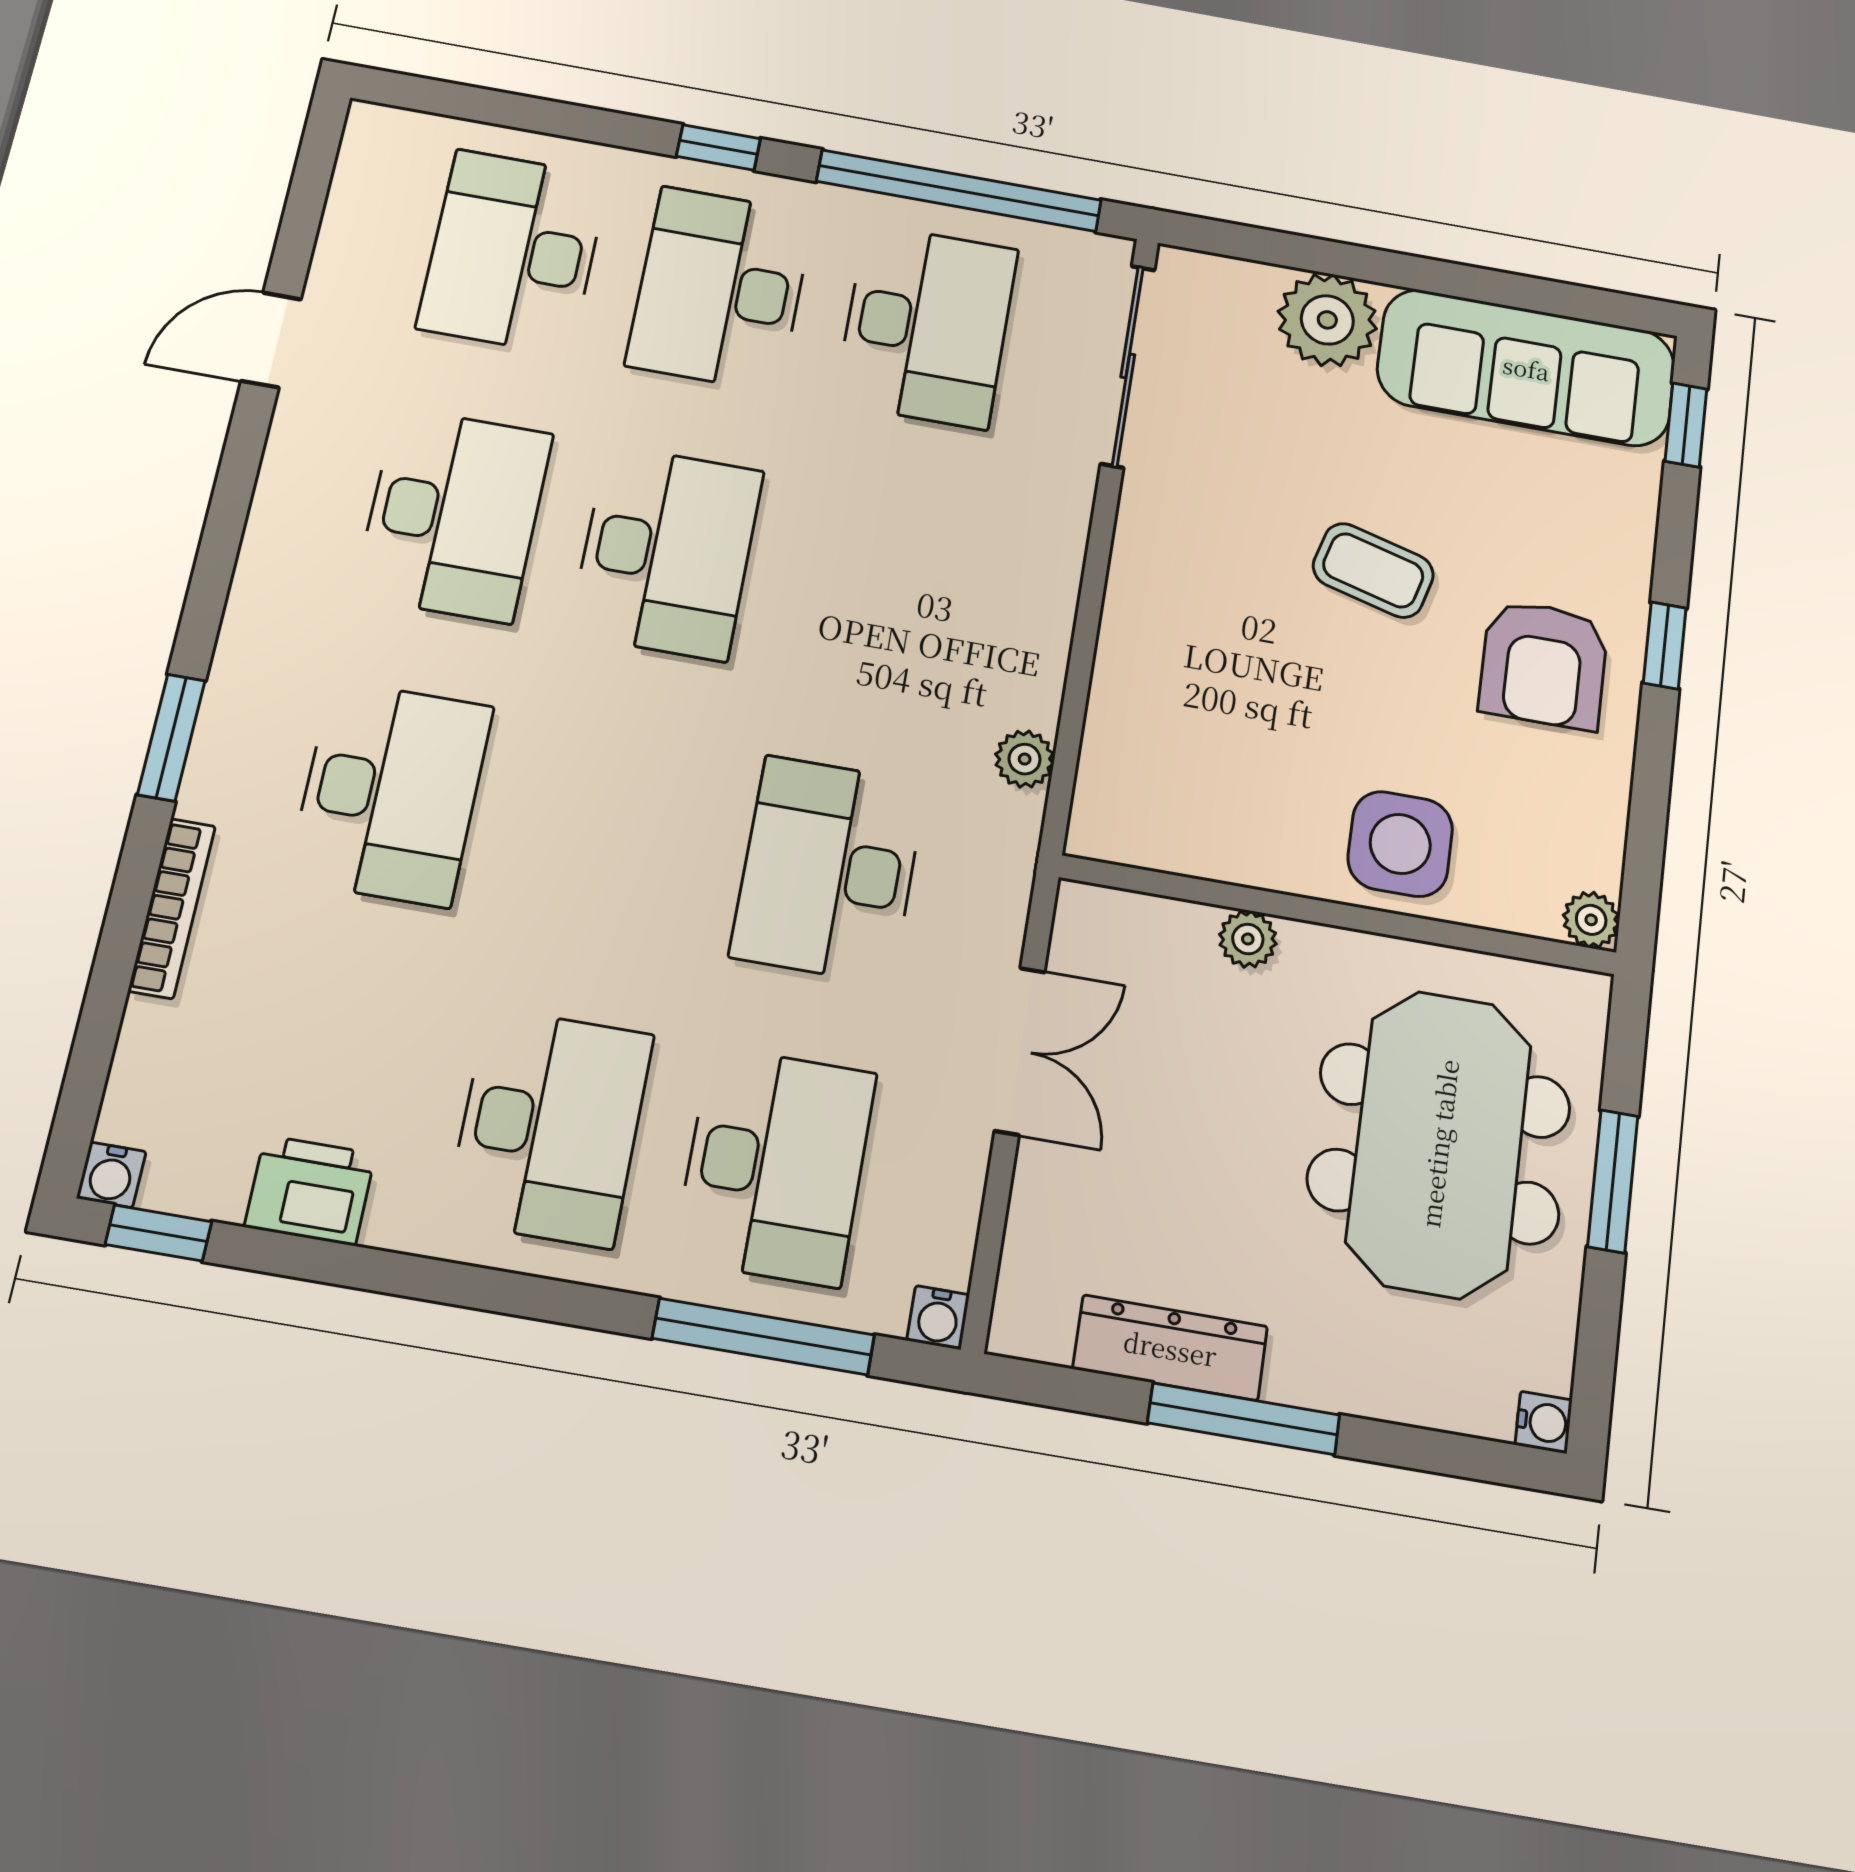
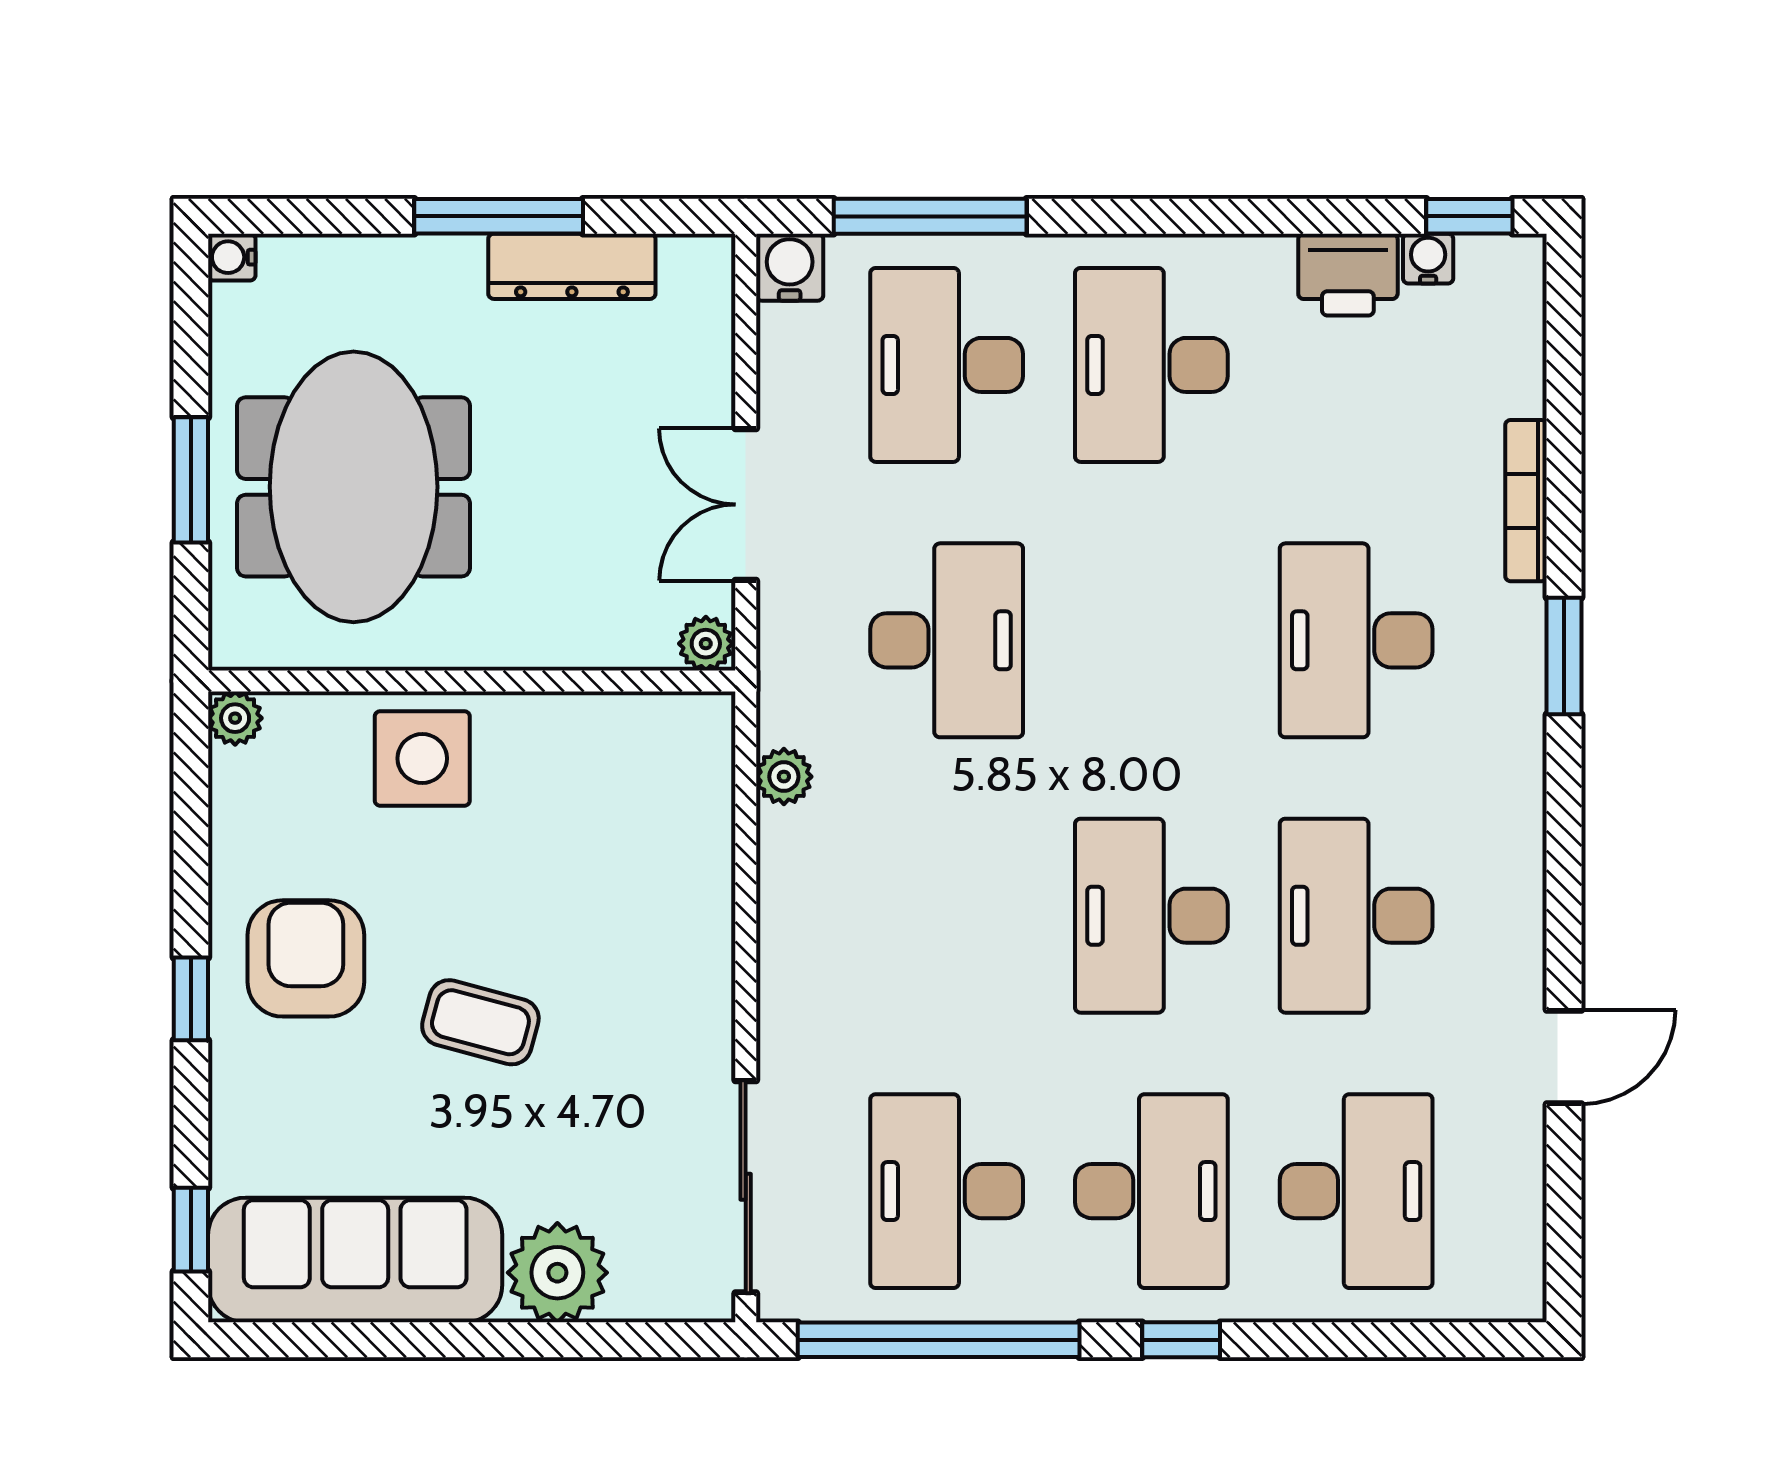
plant: (1248, 939) -> (706, 644), moved
water cooler: (111, 1175) -> (1428, 259), moved
water cooler: (938, 1318) -> (790, 267), width x1.38, depth x1.38

